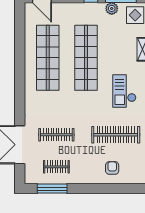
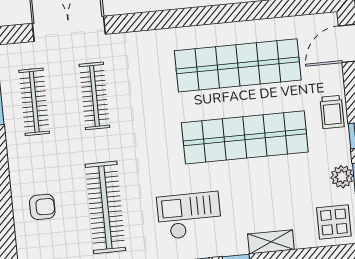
trolley: (77, 10) -> (332, 112), added
clothes rail: (56, 167) -> (34, 102), width x1.36

